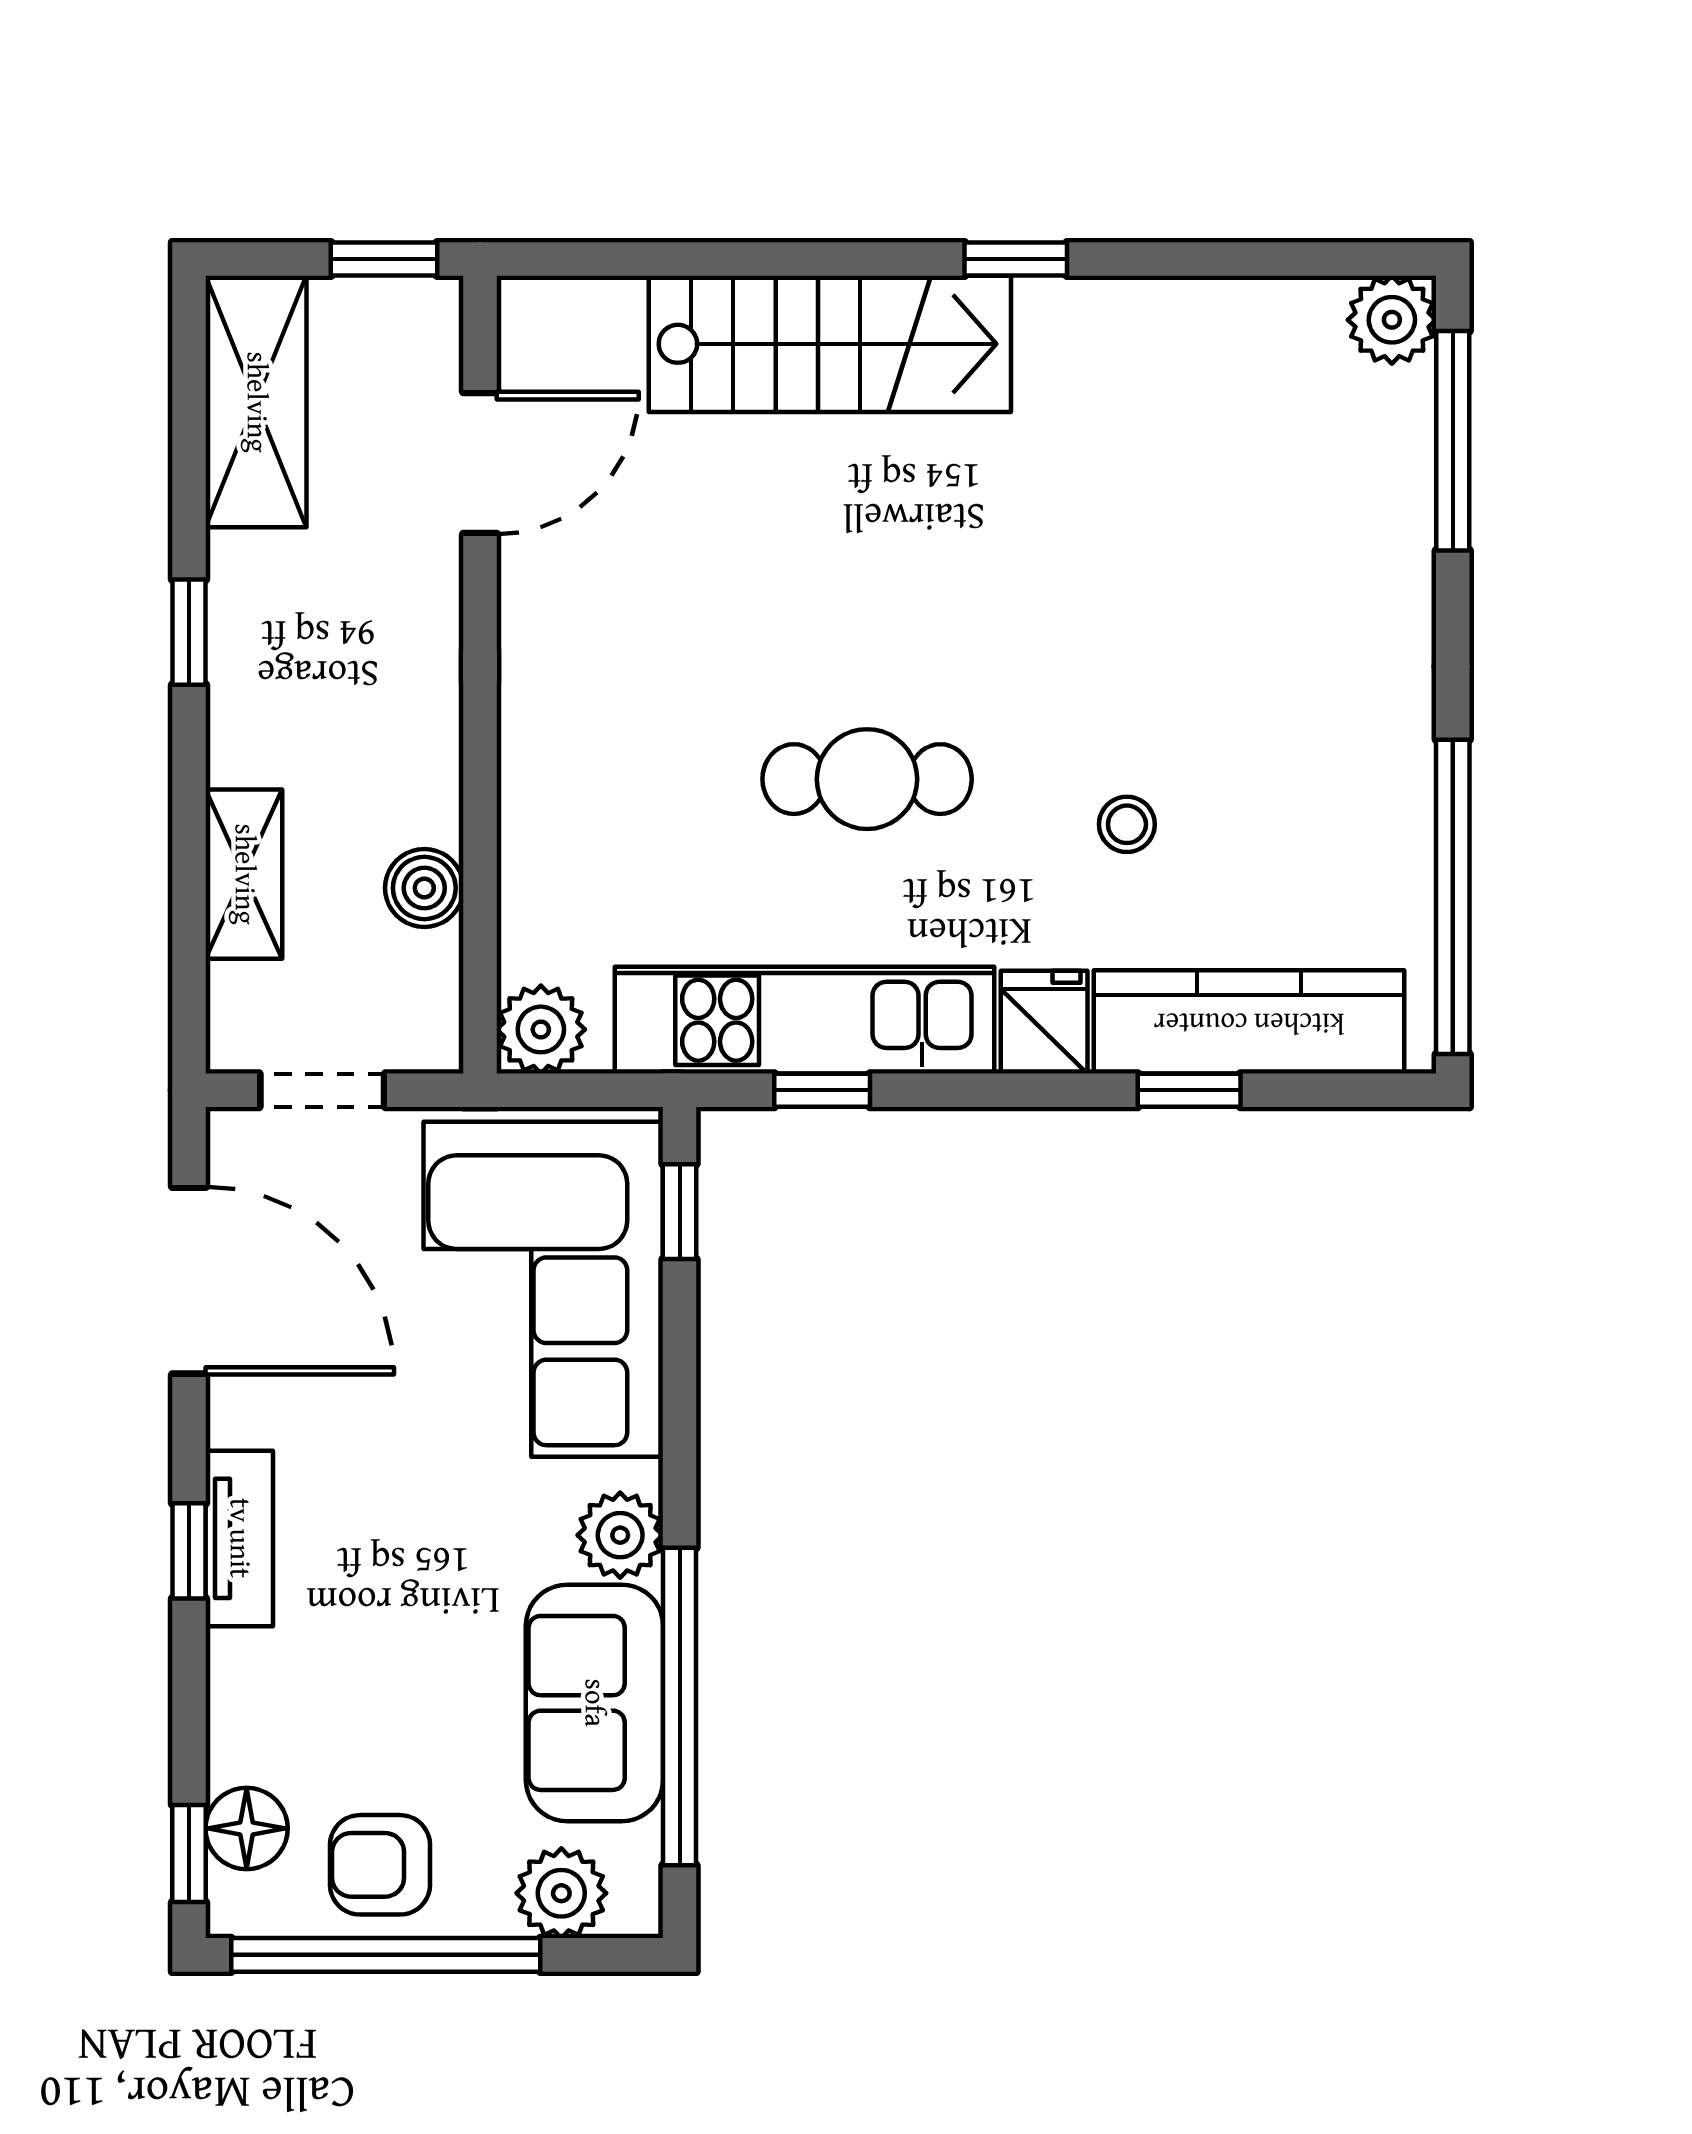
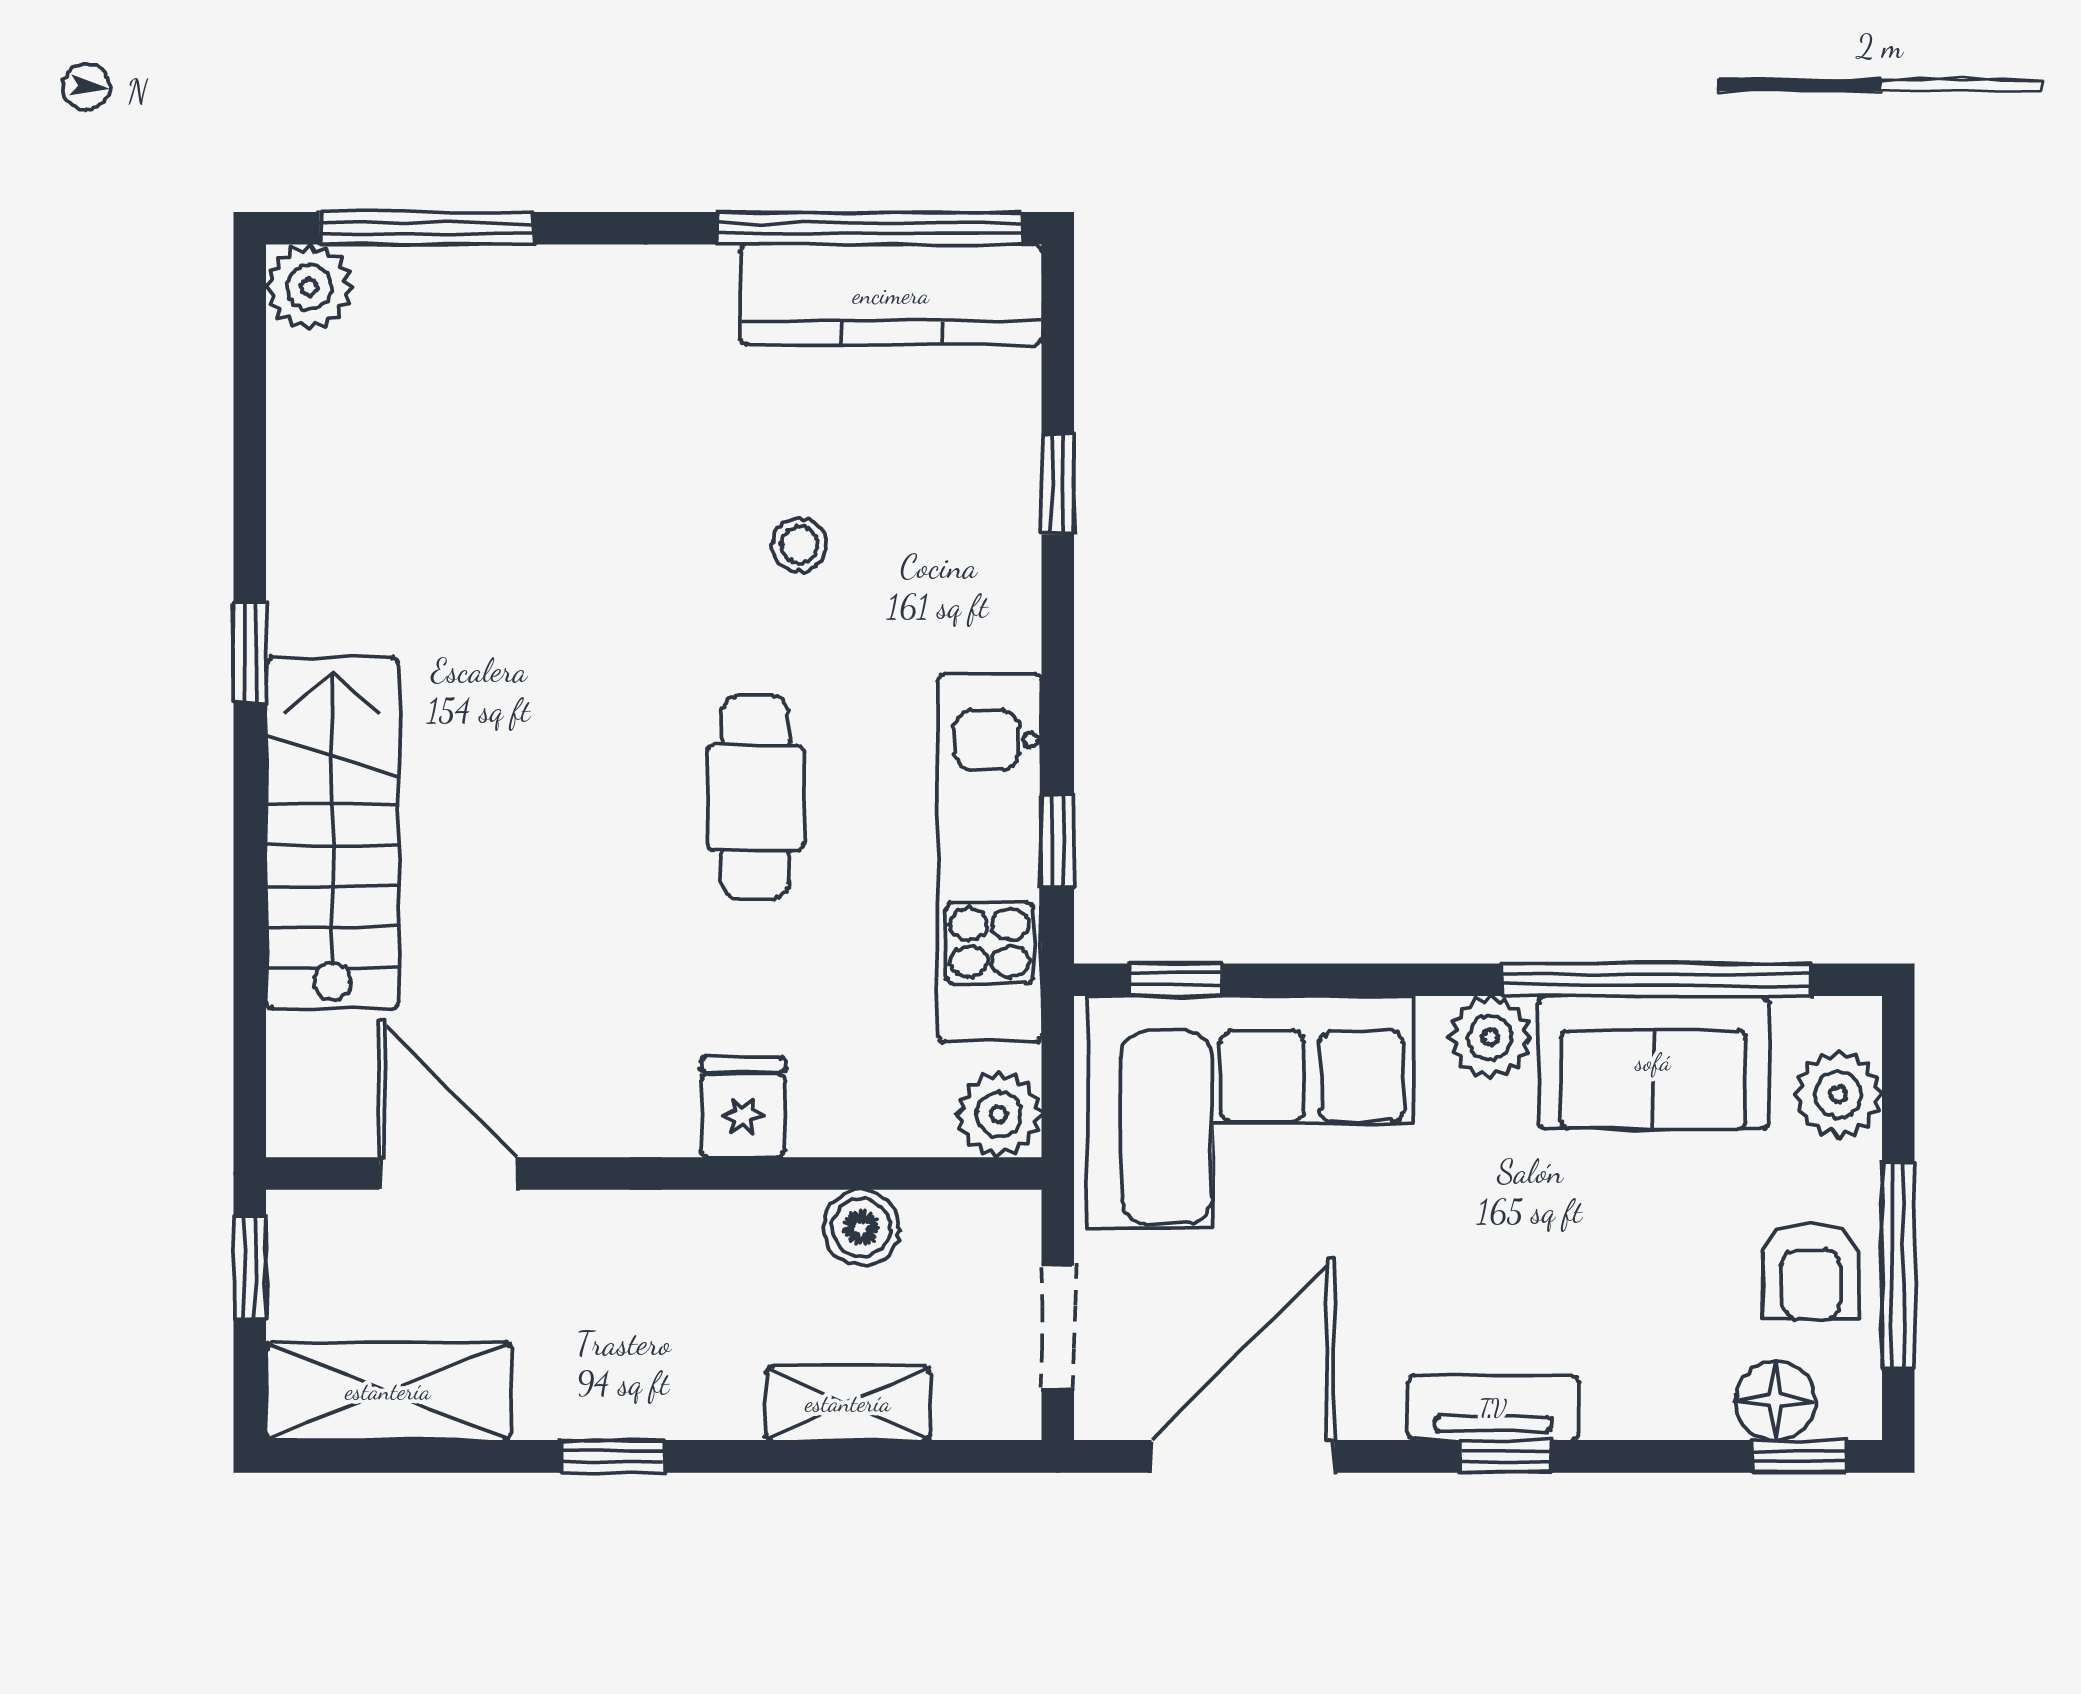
fridge: (1044, 1022) -> (743, 1107), moved, turned 90
kitchen counter: (1249, 1022) -> (891, 295), moved, turned -90
window: (386, 1955) -> (1898, 1265), width x0.68

